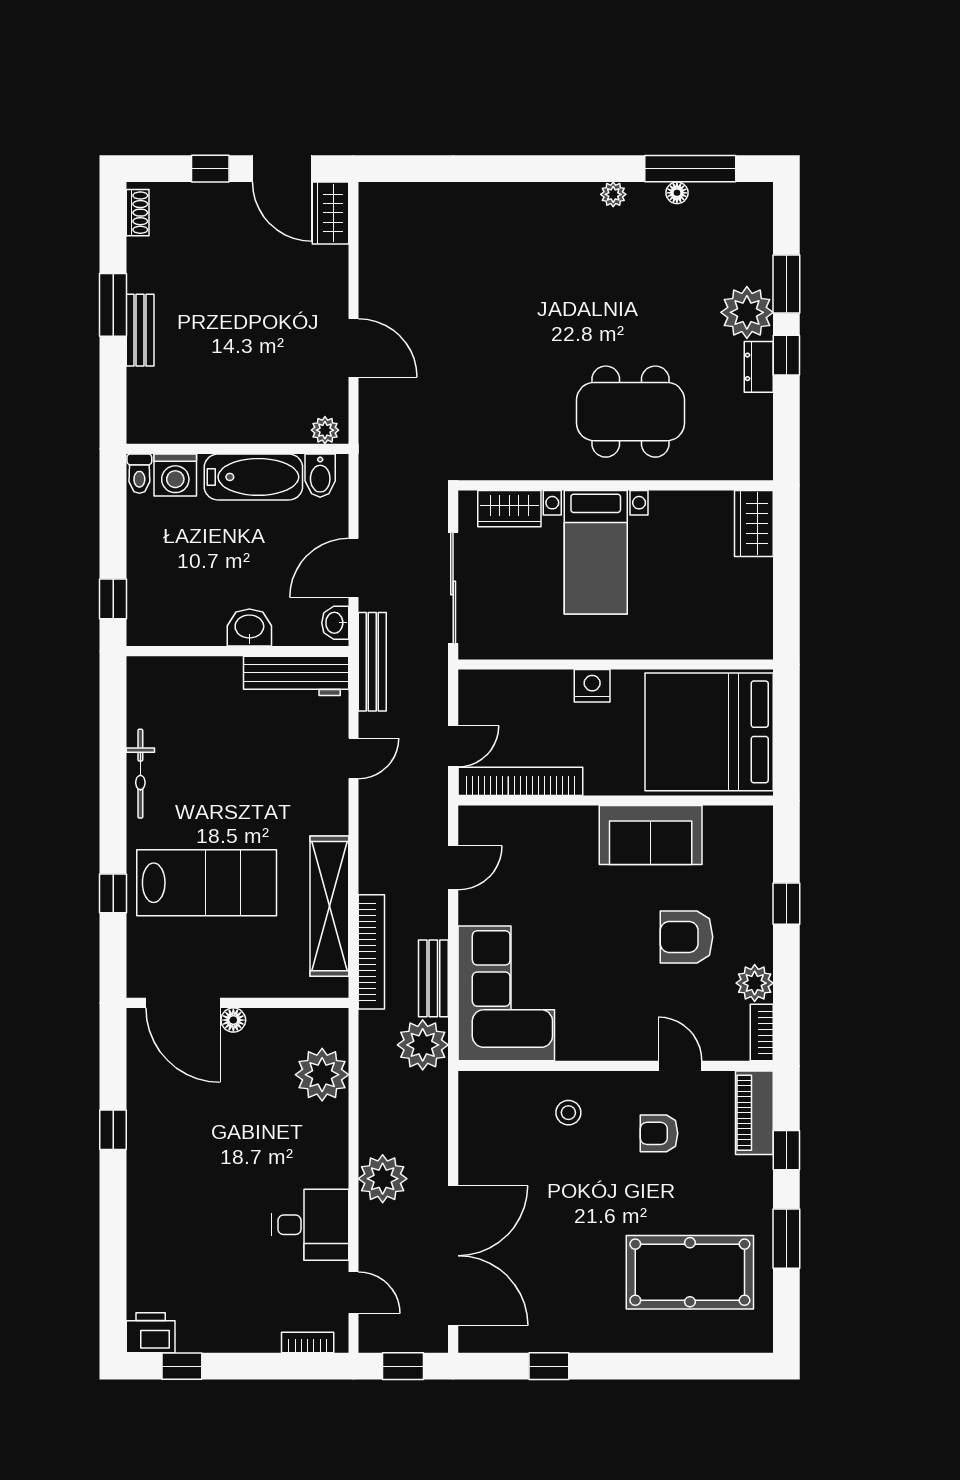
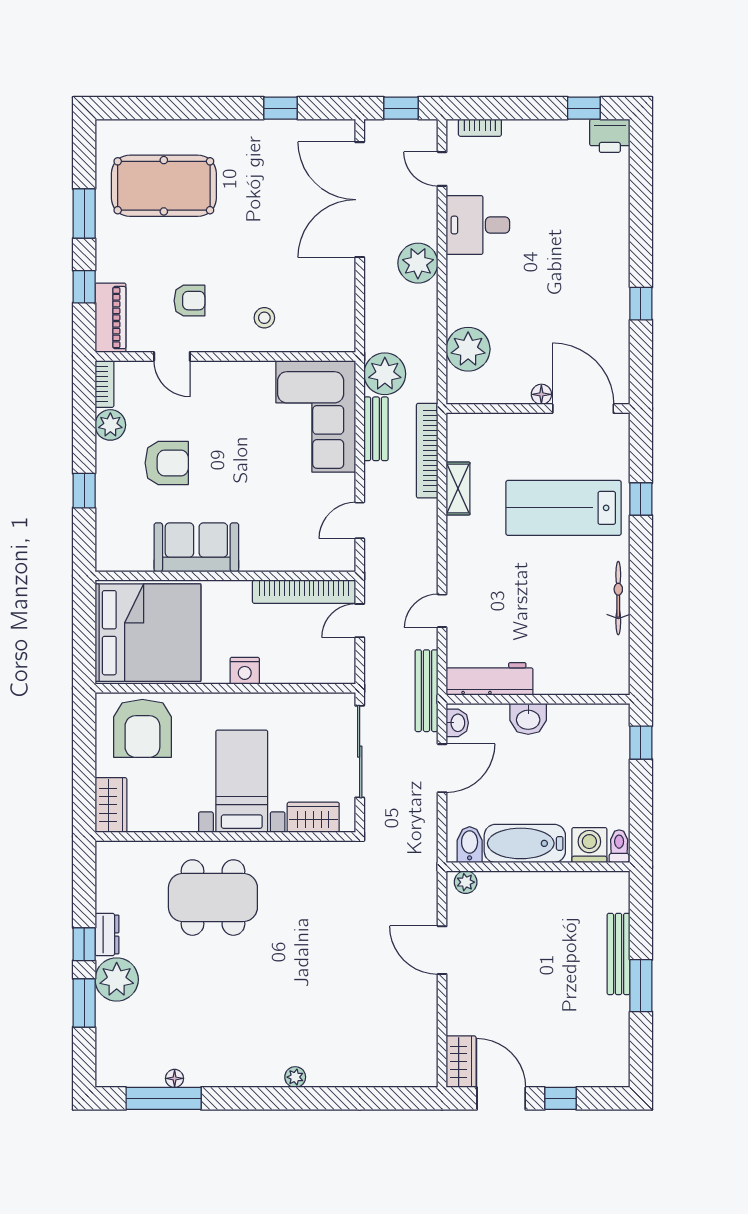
plant: (613, 194) -> (295, 1077), moved
shoe rack: (138, 213) -> (621, 1062), removed
bench: (140, 330) -> (619, 954), width x1.36
armchair: (716, 616) -> (142, 728), added
shelving: (329, 906) -> (458, 489), width x0.45, depth x0.75

